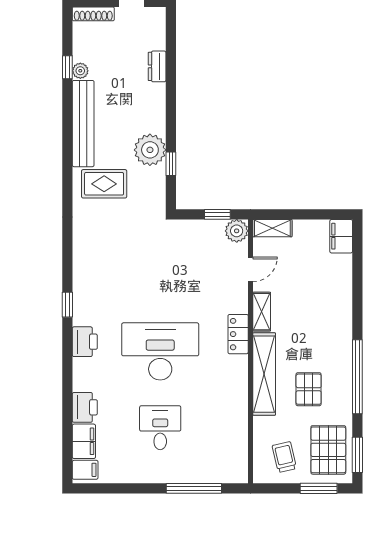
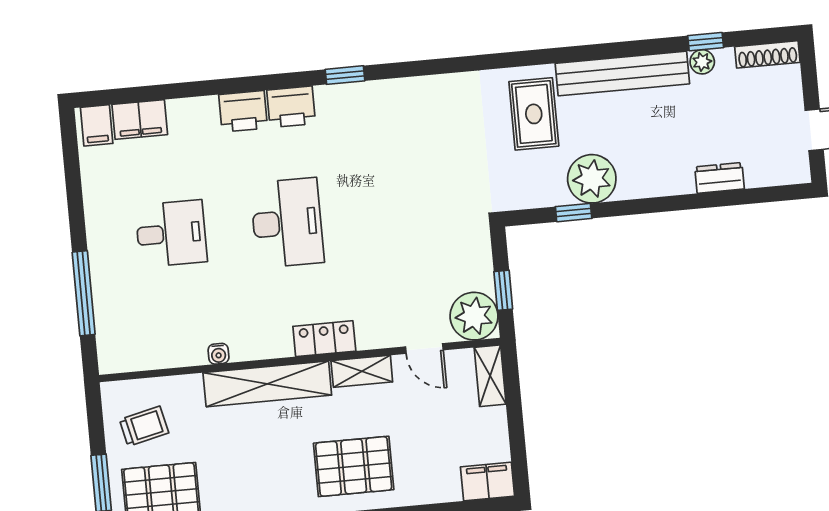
shoe rack: (93, 14) -> (767, 54), moved, turned -90
plant: (237, 231) -> (474, 316), width x1.36, depth x1.36
desk: (160, 351) -> (287, 223), width x0.73, depth x0.77
pallet: (309, 389) -> (354, 466), moved, width x1.50, depth x1.42
water cooler: (242, 404) -> (218, 354), added
printer: (85, 407) -> (243, 111), moved

